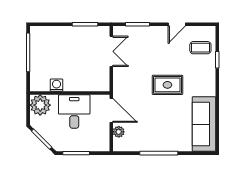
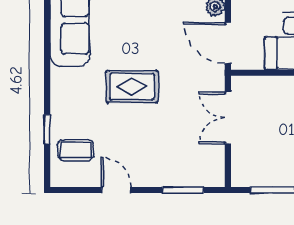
door: (177, 24) -> (116, 190), hinge flipped
double door: (111, 51) -> (228, 118), moved

